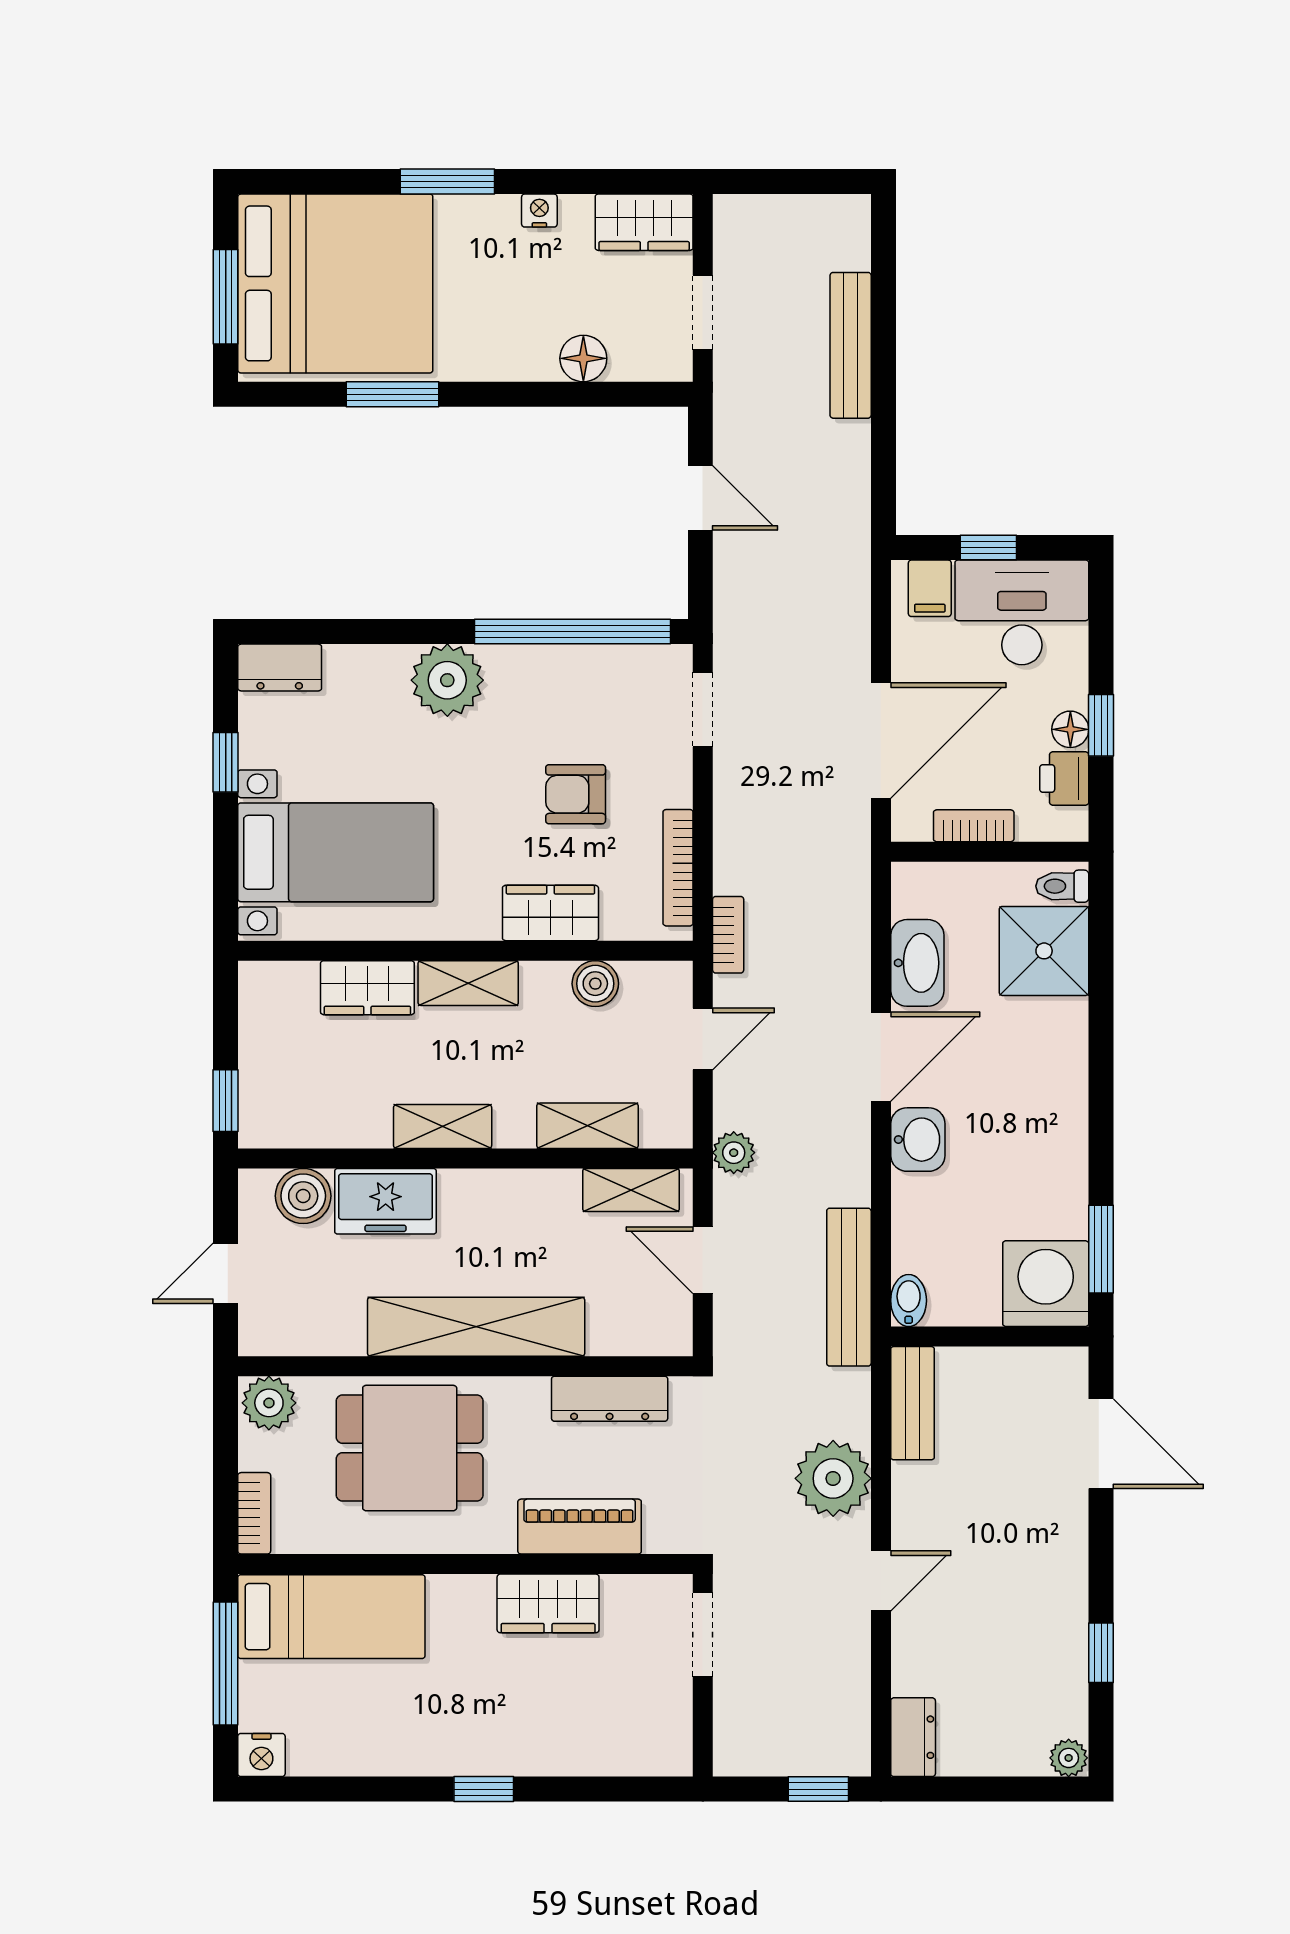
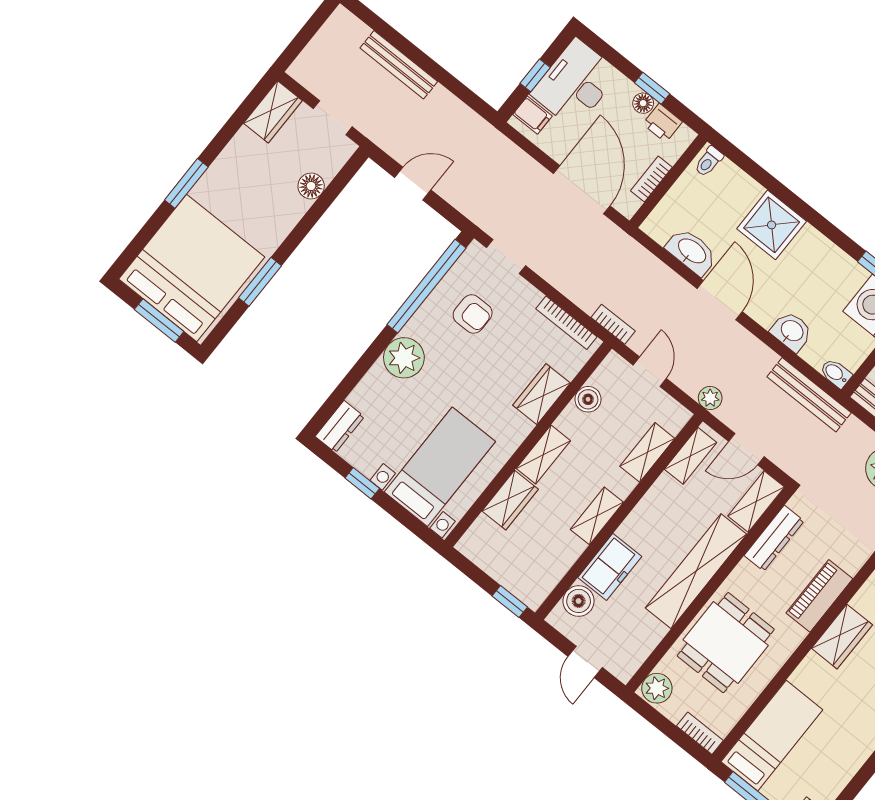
nightstand: (539, 211) -> (231, 153), removed
armchair: (576, 794) -> (473, 314), moved, turned -90
shower: (1044, 951) -> (772, 225), moved
washbasin: (918, 1140) -> (792, 331), moved
shelving: (641, 1333) -> (756, 502), added

